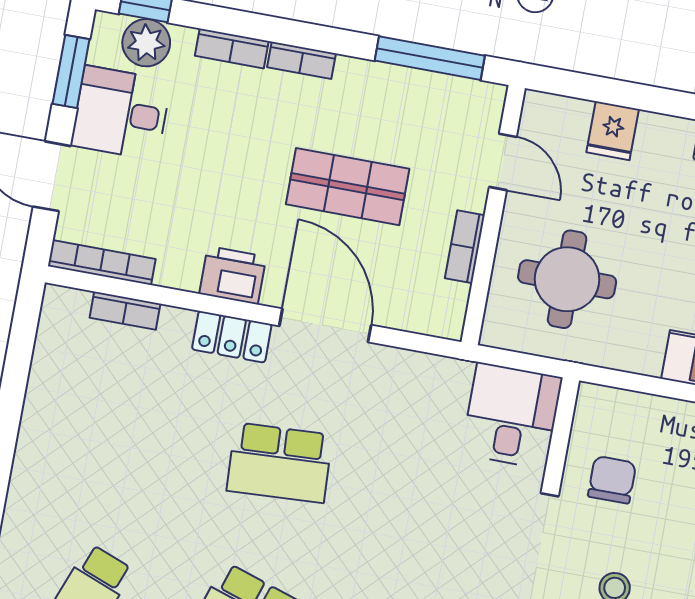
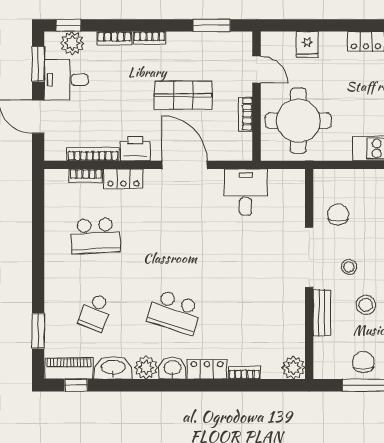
window: (430, 58) -> (212, 25), width x0.69
bookcase: (102, 263) -> (93, 154), moved
round table: (567, 279) -> (298, 121), width x1.36, depth x1.36
locker: (232, 337) -> (123, 179), moved
desk: (512, 416) -> (246, 192), moved
school desk: (280, 463) -> (95, 236), moved

